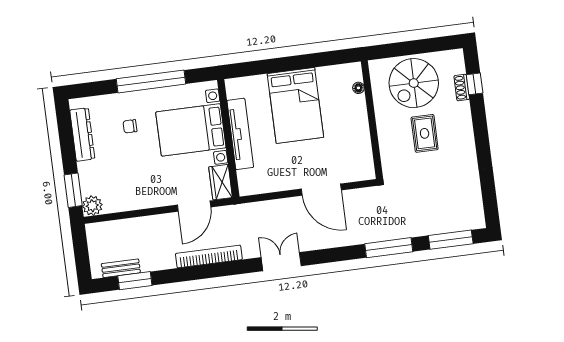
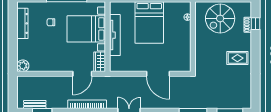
rug: (425, 133) -> (237, 58), moved, turned 90
window: (73, 190) -> (13, 55), removed

